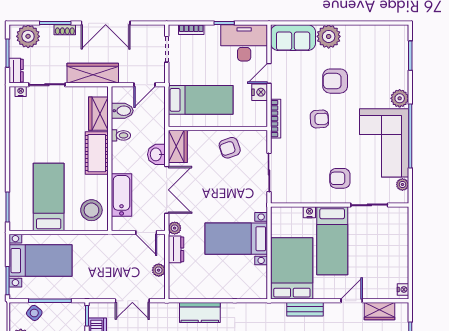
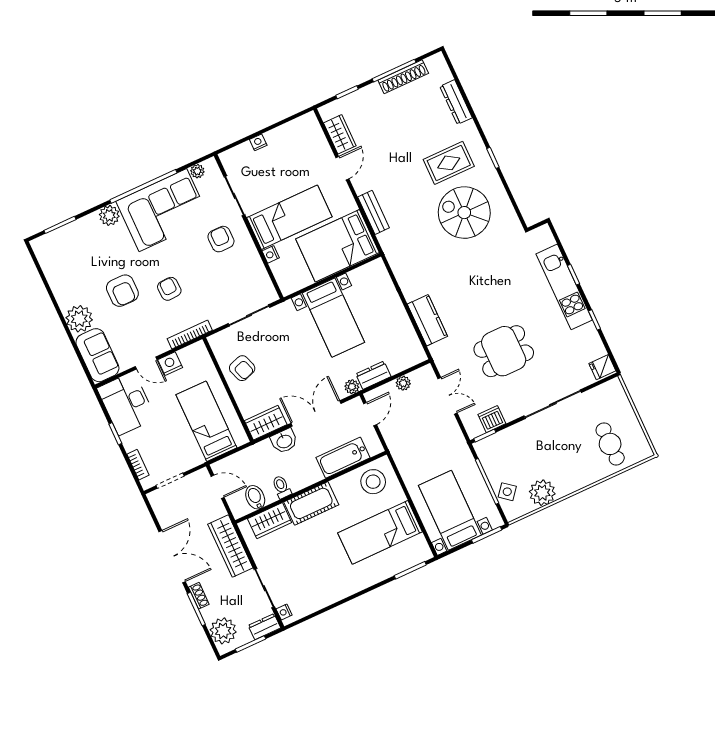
armchair: (340, 178) -> (221, 239), turned 180
nightstand: (403, 289) -> (258, 142), moved
door: (352, 301) -> (342, 168), swing flipped

